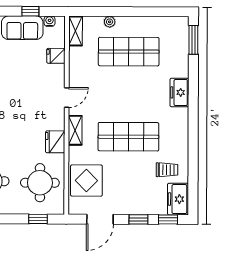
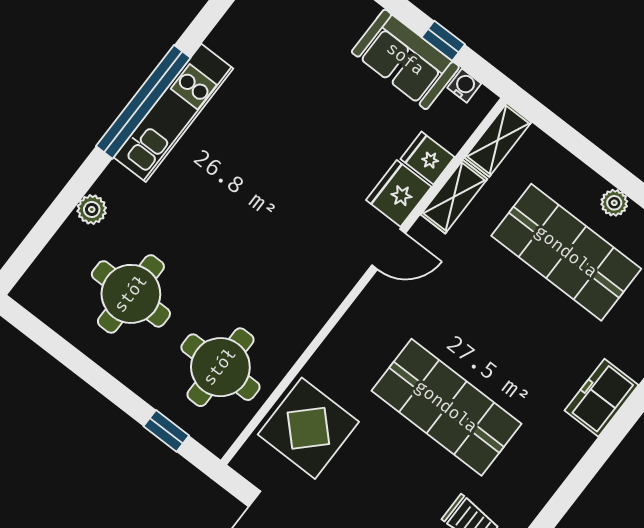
plant: (110, 22) -> (614, 203), moved
shelving: (75, 130) -> (454, 197), moved
fridge: (55, 142) -> (399, 193), moved

